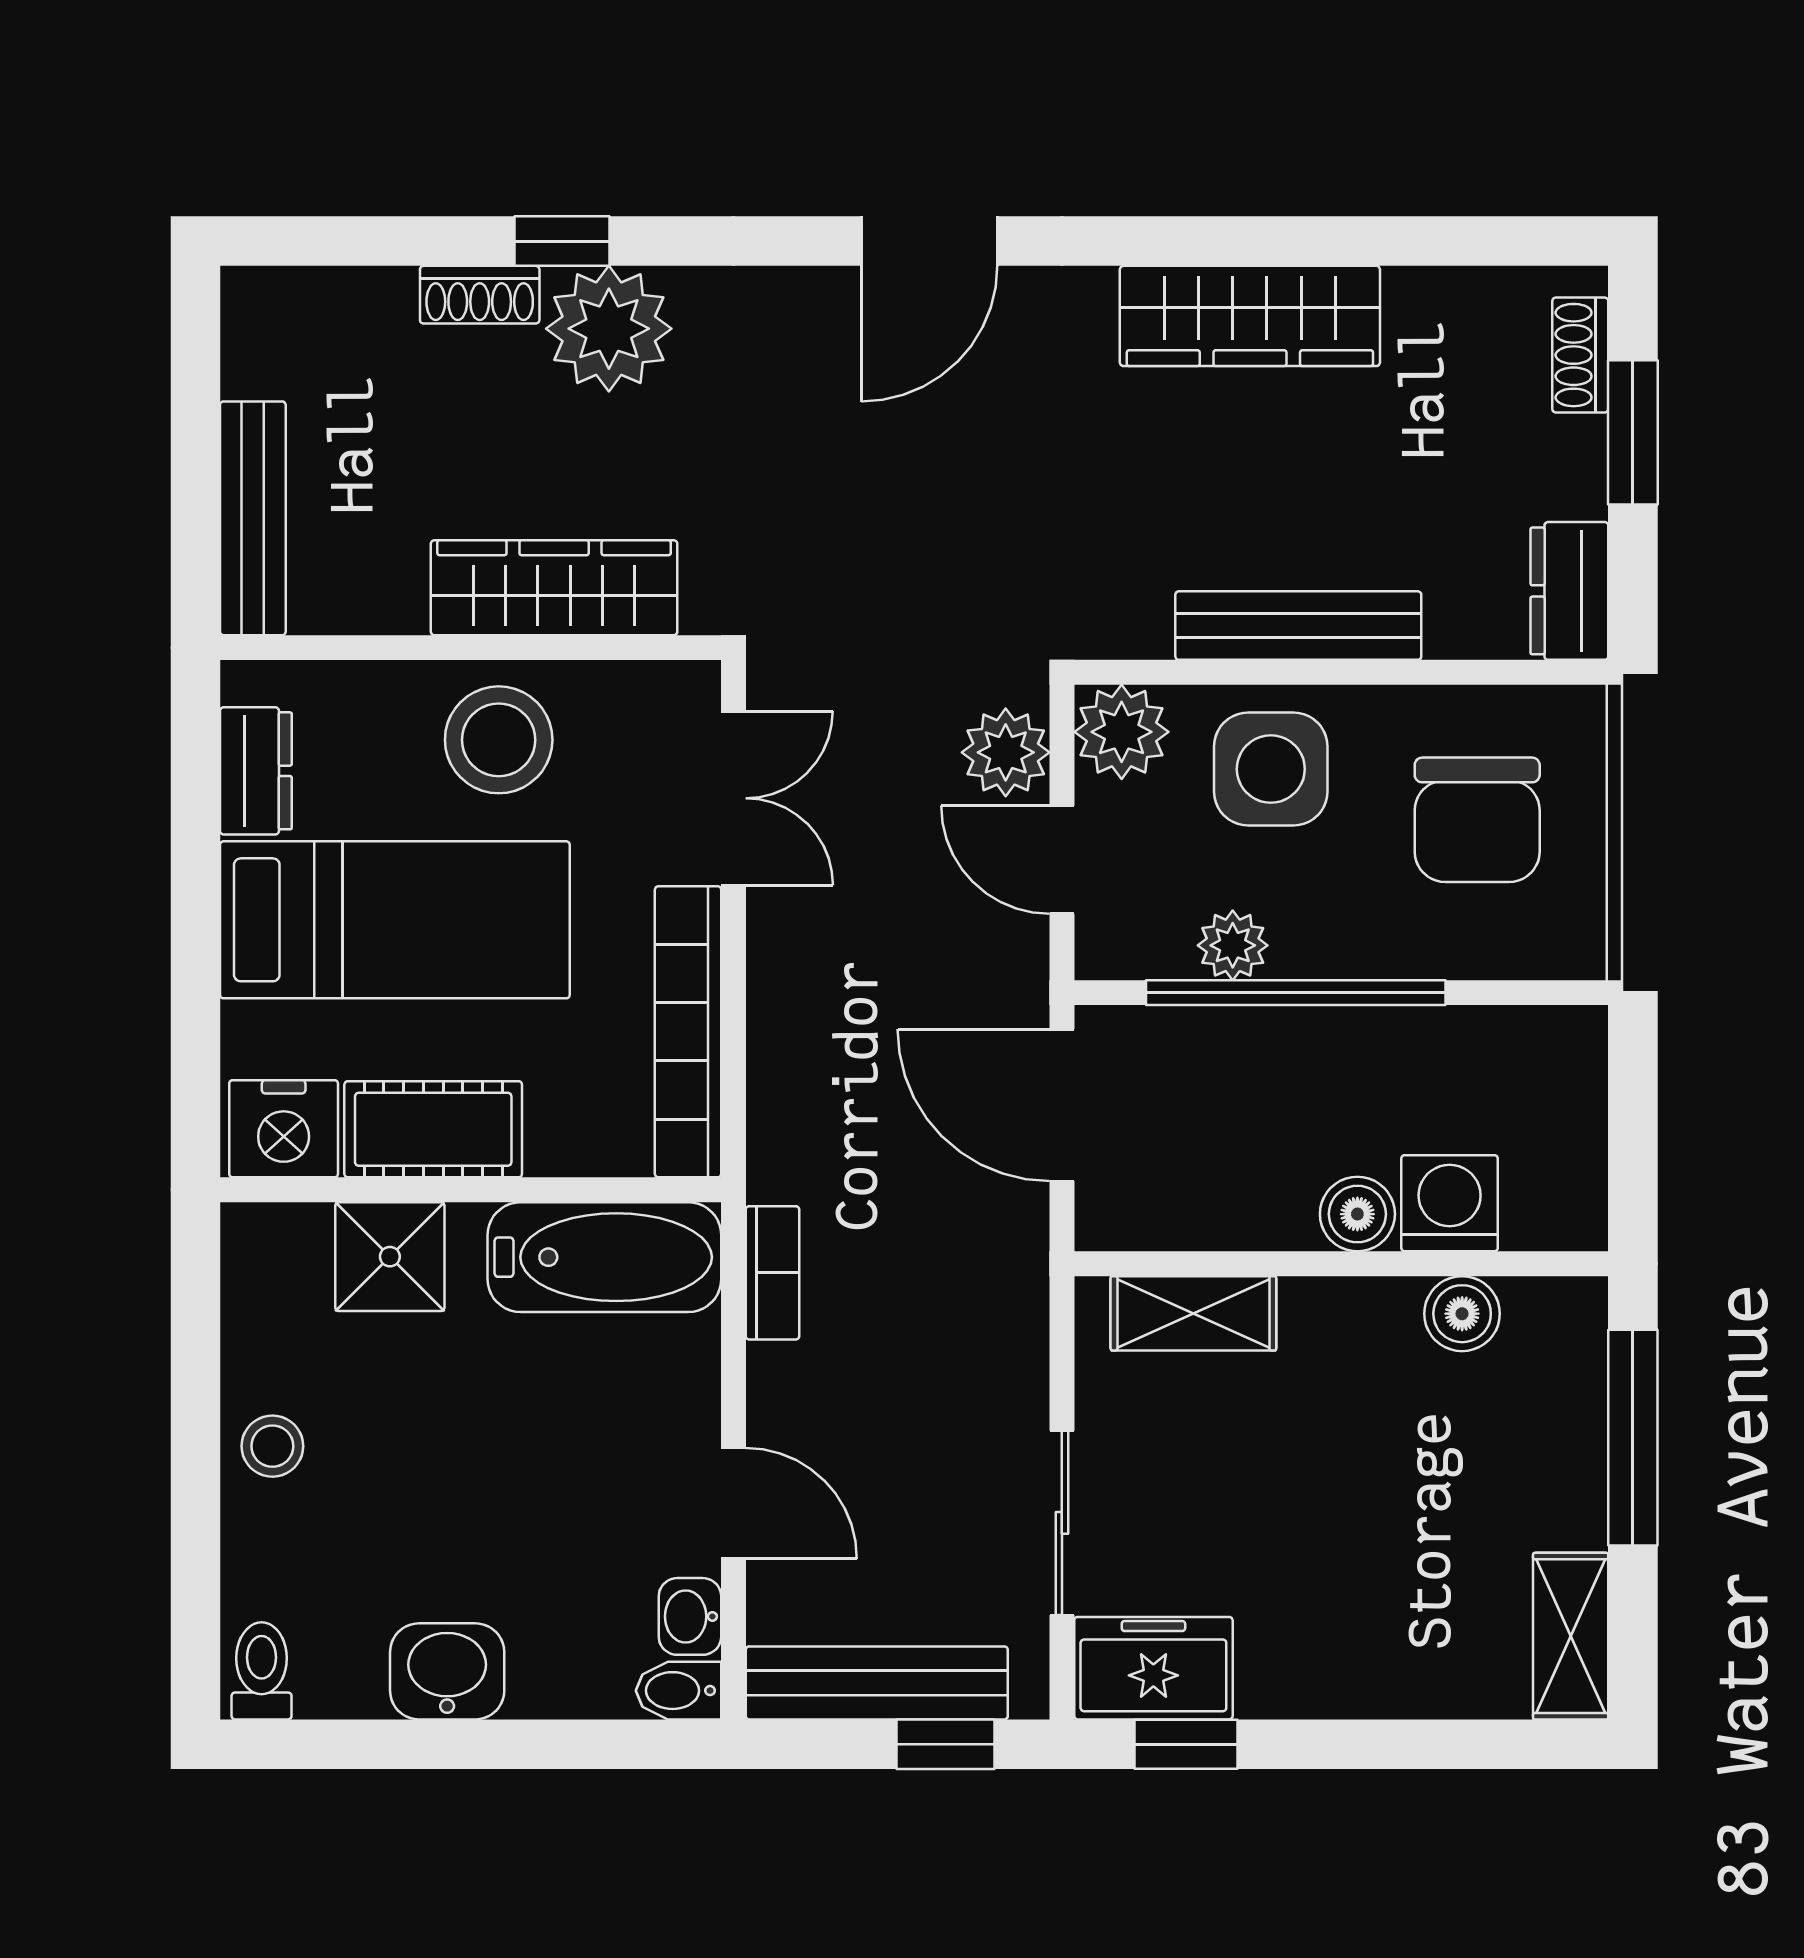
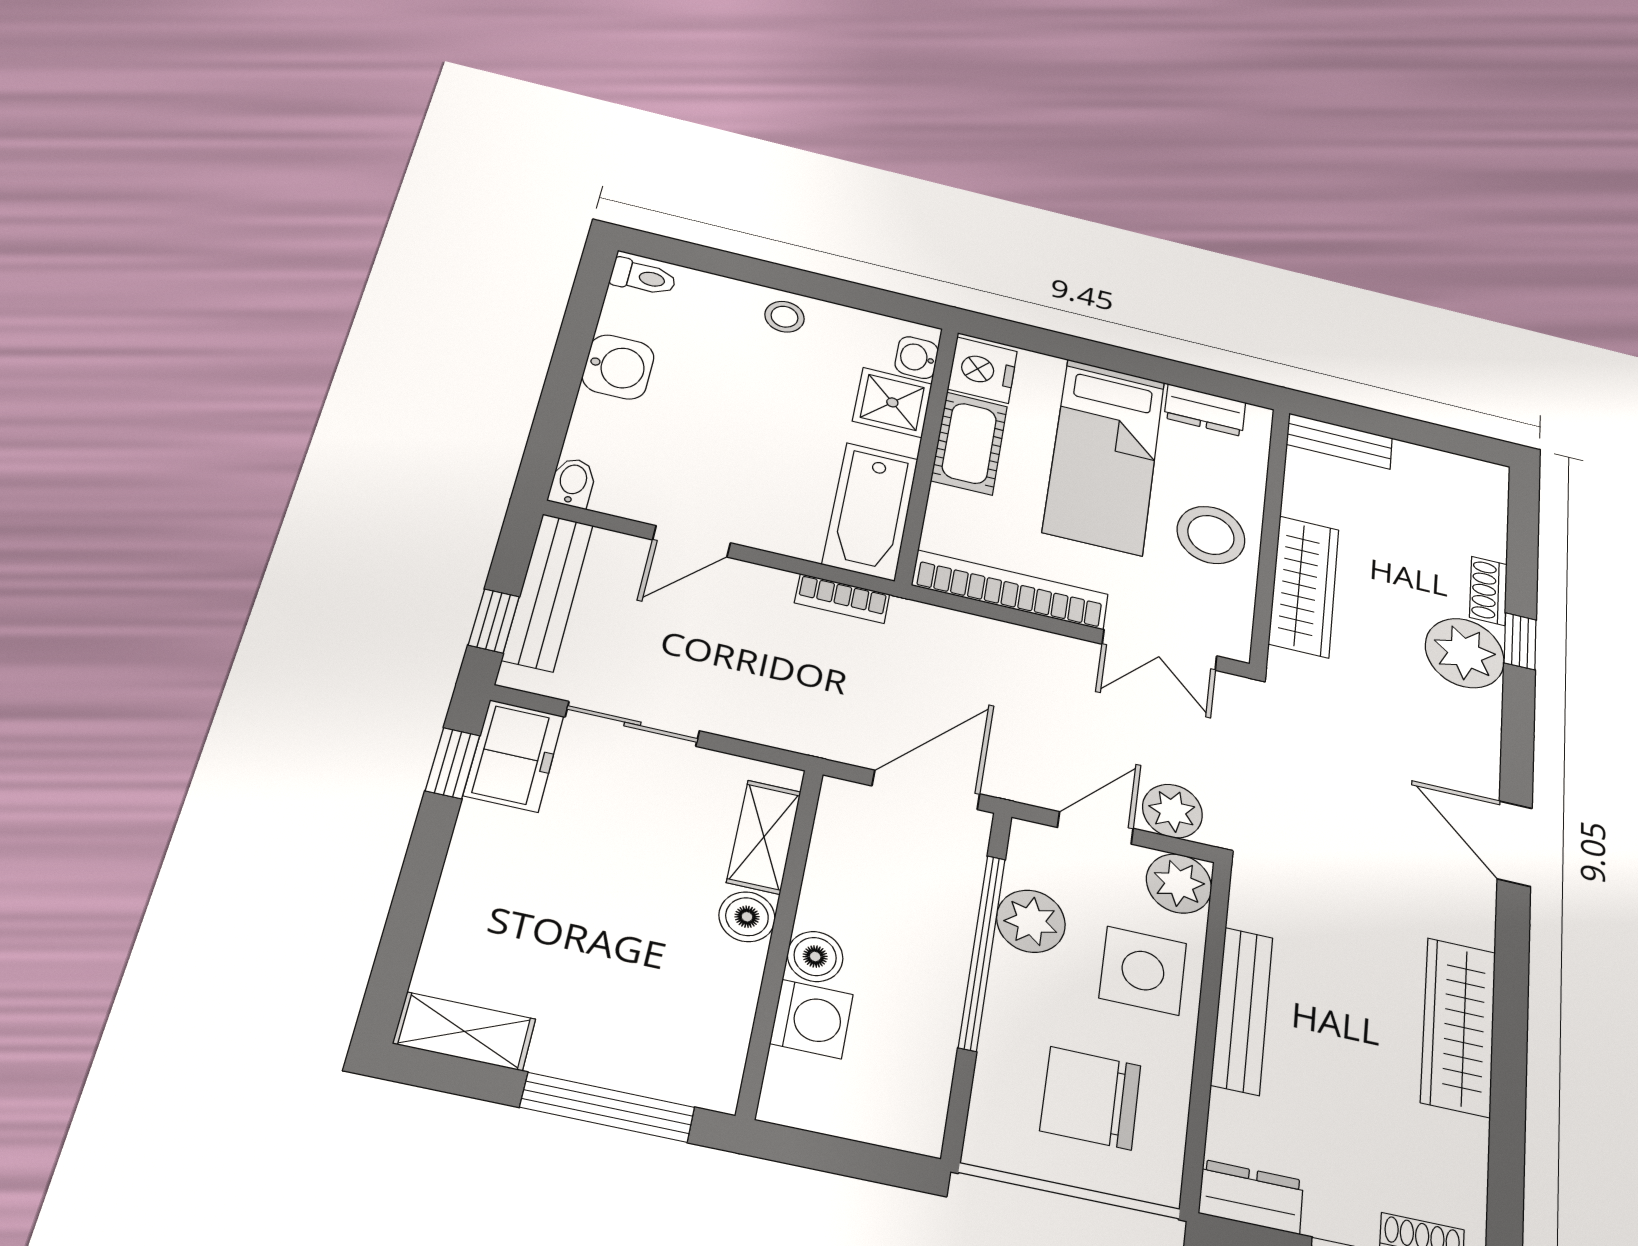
bench: (253, 518) -> (1339, 441), width x0.73
plant: (1233, 945) -> (1031, 921), width x1.38, depth x1.38
boiler: (1462, 1314) -> (747, 917), moved
washbasin: (690, 1616) -> (917, 358), moved, turned -90

